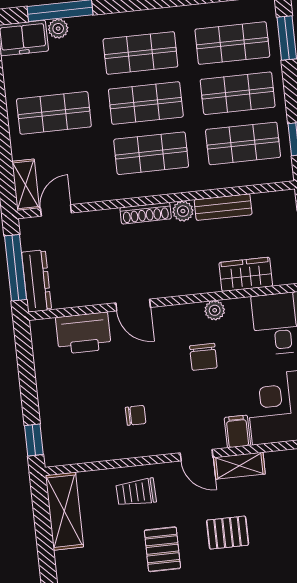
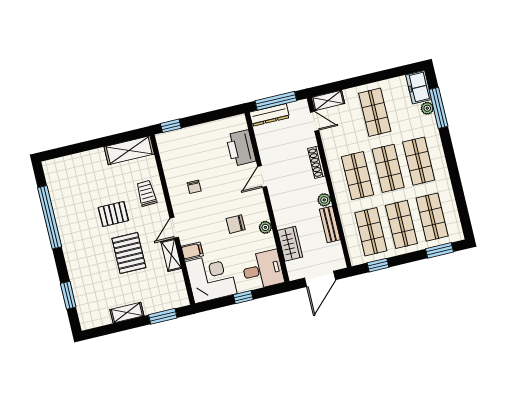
shoe rack: (146, 213) -> (316, 162), moved
pallet: (228, 533) -> (129, 253), width x1.50, depth x1.42

